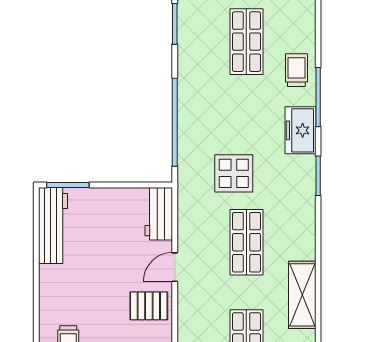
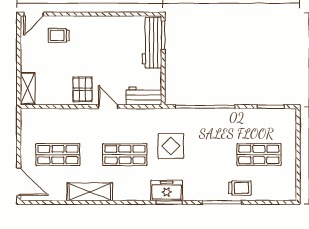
freezer: (300, 130) -> (167, 191), moved
workbench: (53, 226) -> (152, 43), moved, turned 90

